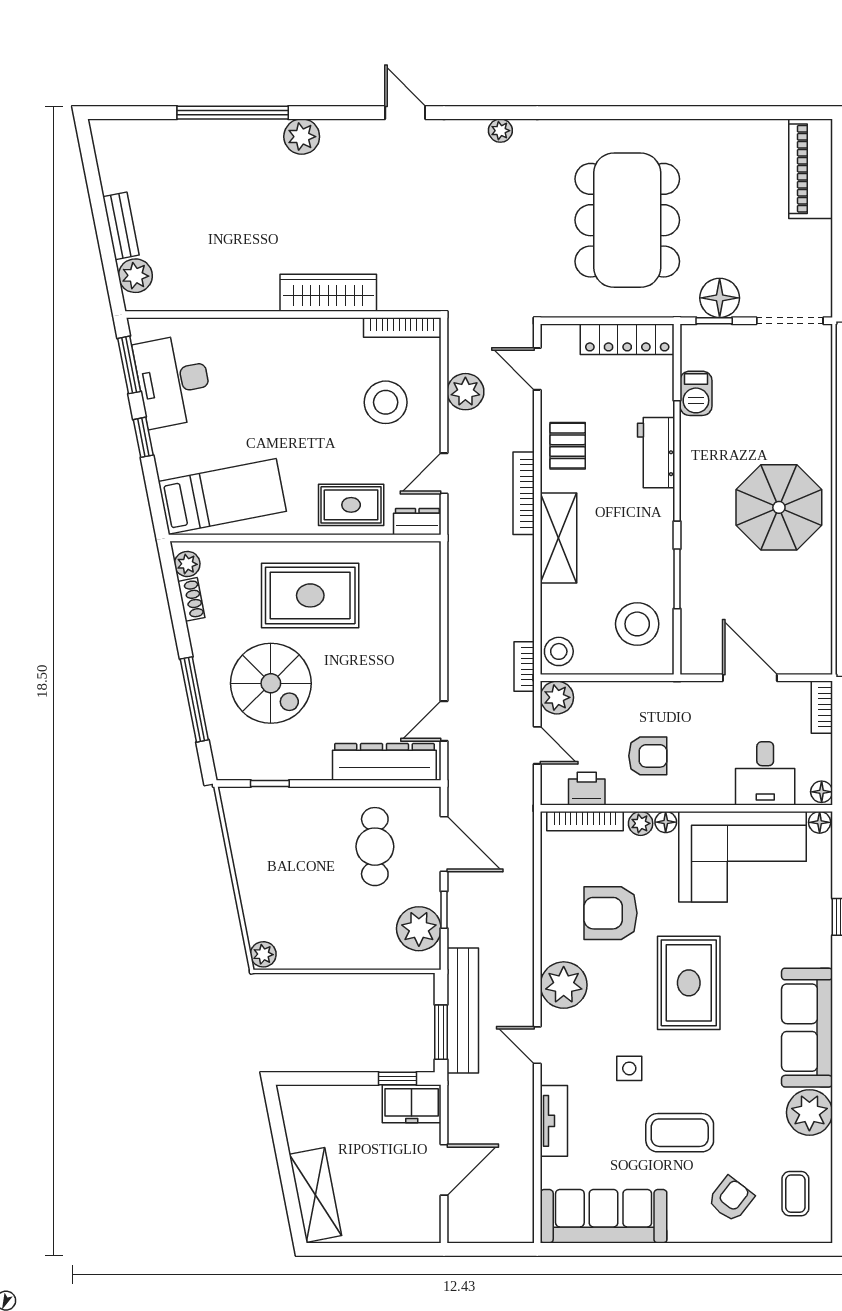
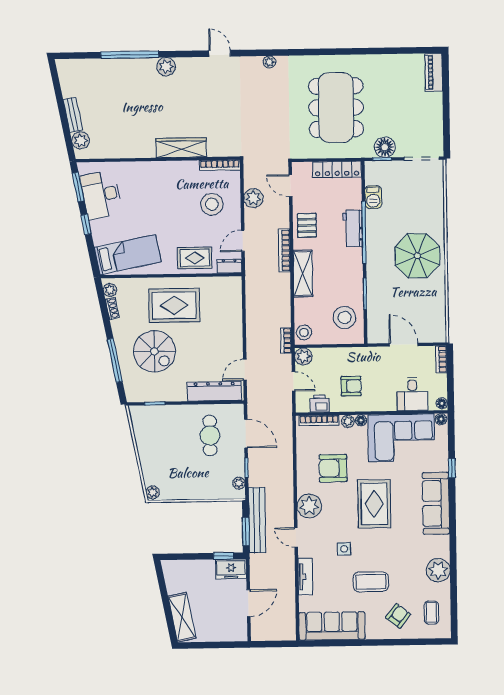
piano: (811, 169) -> (434, 72), width x0.73, depth x0.75
plant: (419, 929) -> (239, 483), width x0.53, depth x0.53
sofa: (807, 1028) -> (436, 503), moved

